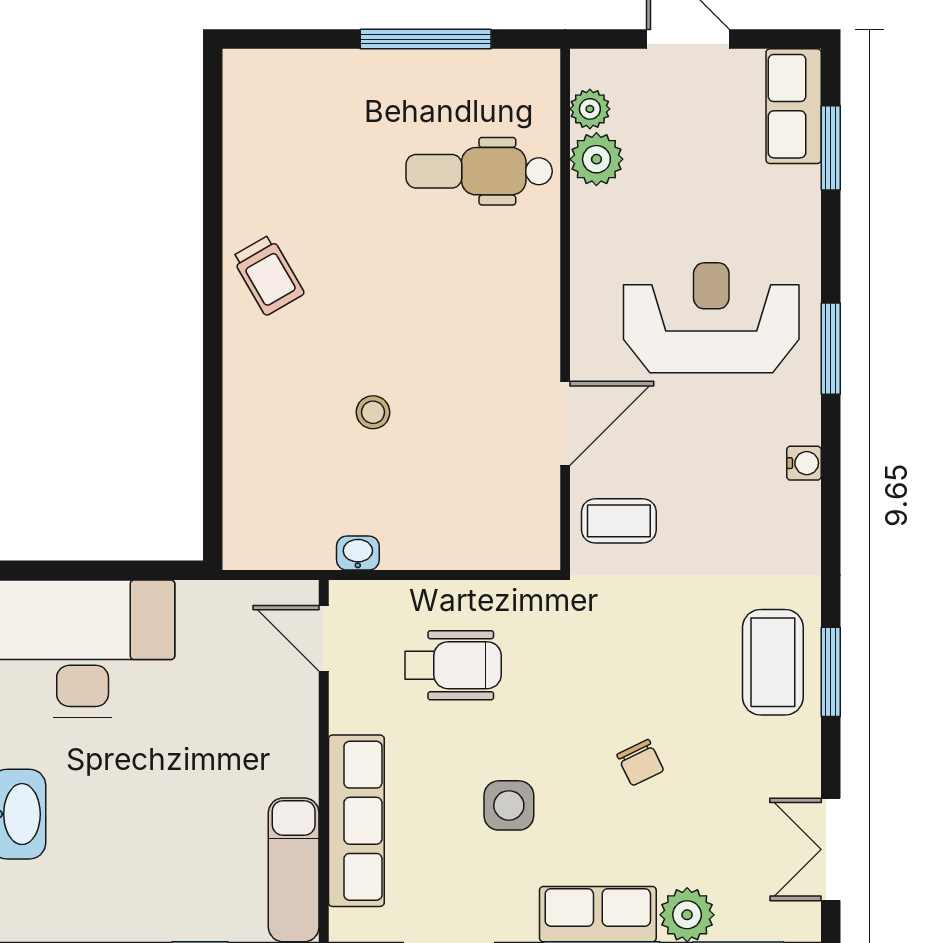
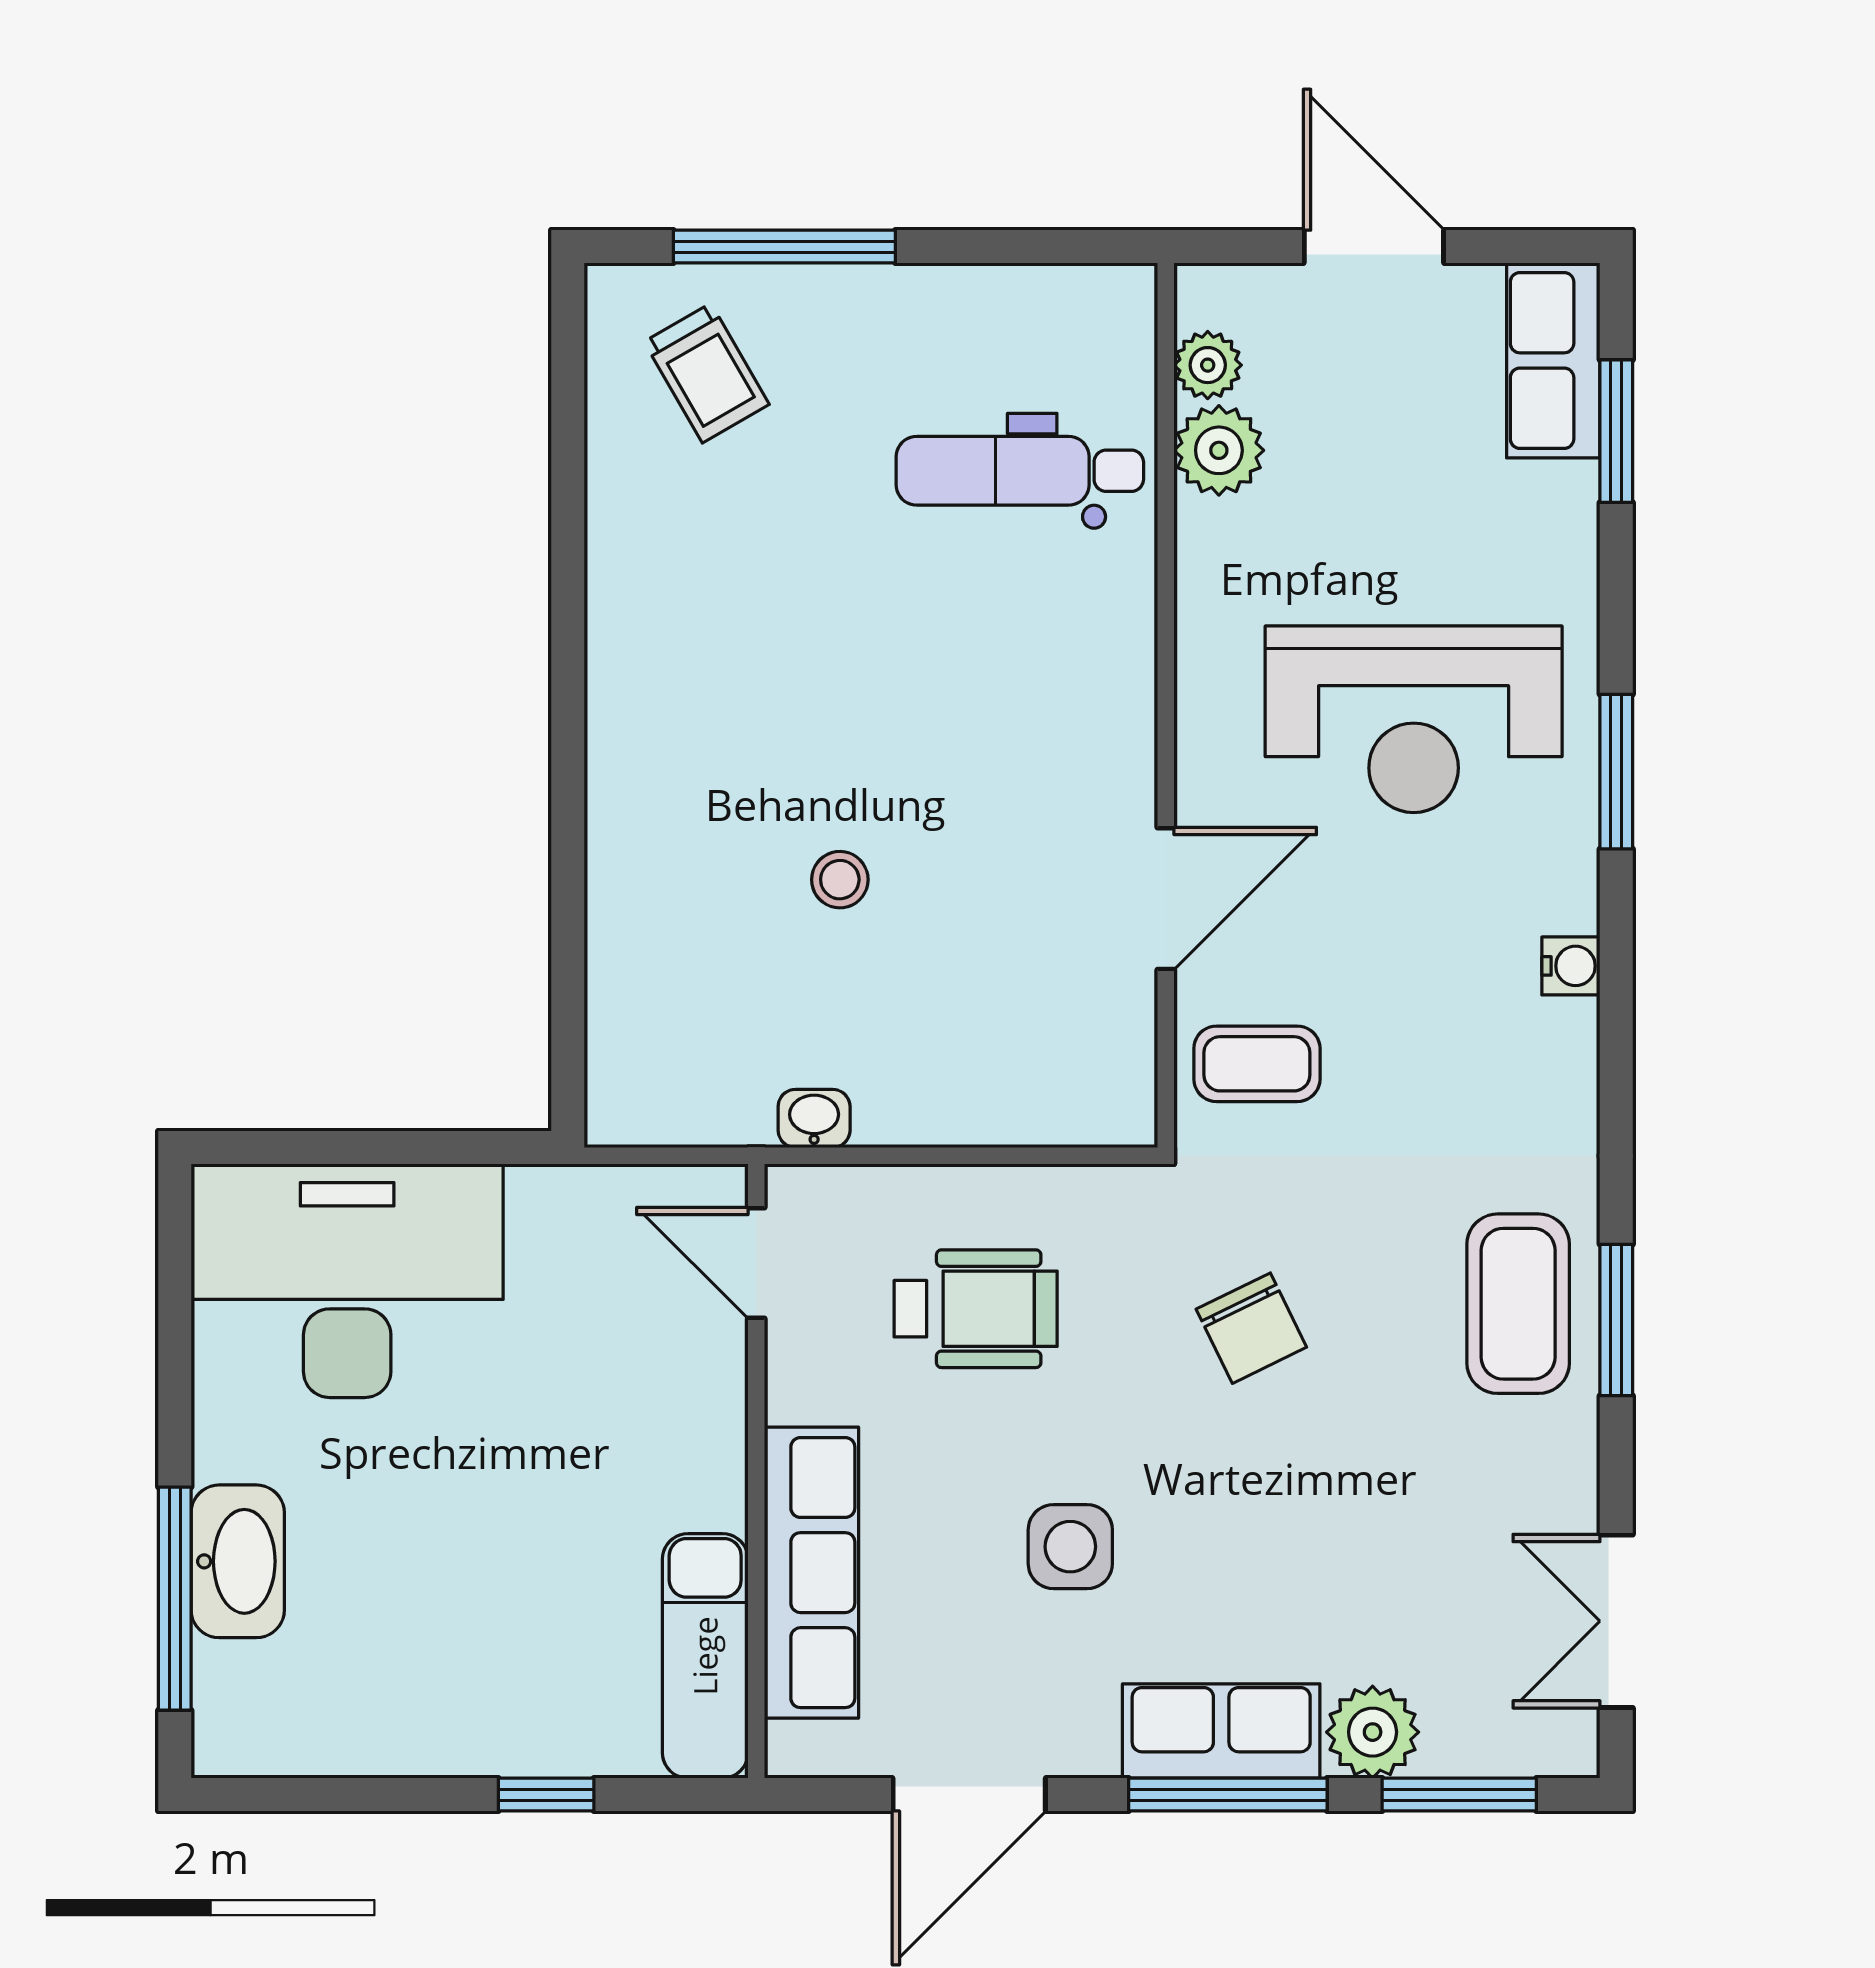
window: (426, 39) -> (784, 247), moved
trolley: (268, 275) -> (707, 373), moved
reception desk: (711, 318) -> (1414, 719), turned 180
chair: (640, 763) -> (1251, 1328), moved, width x1.37, depth x1.37

